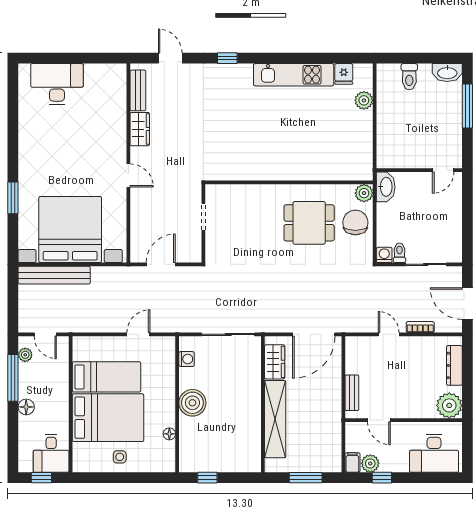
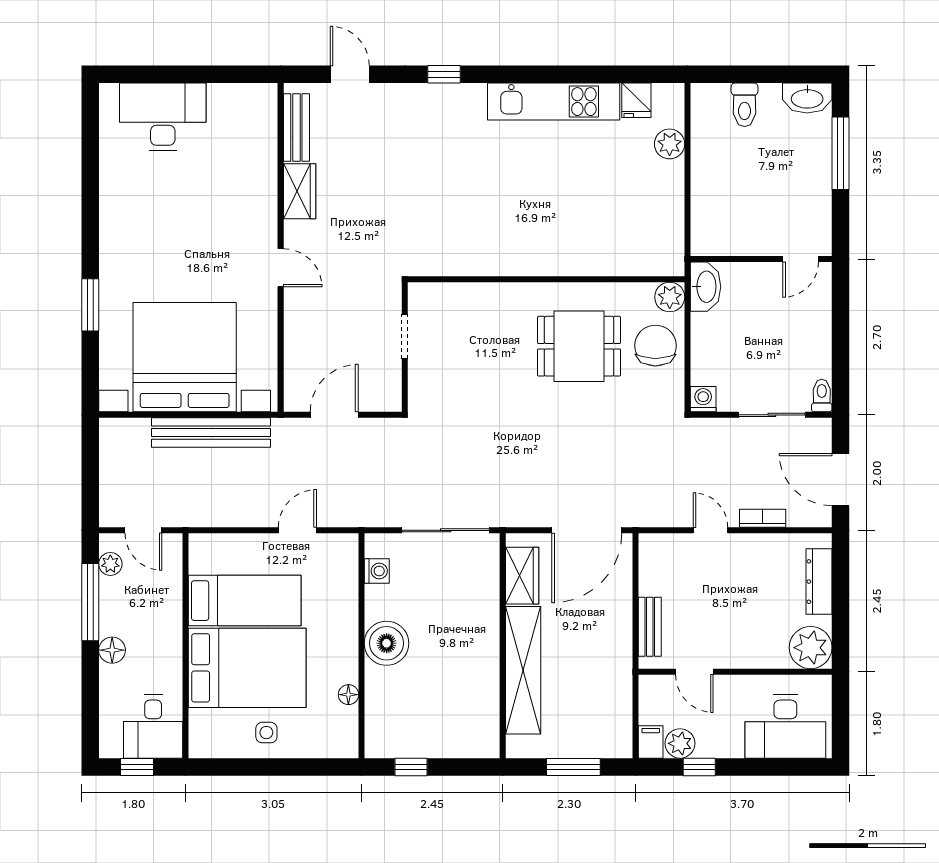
toilet: (399, 253) -> (822, 396), moved
bench: (54, 275) -> (211, 433), moved

